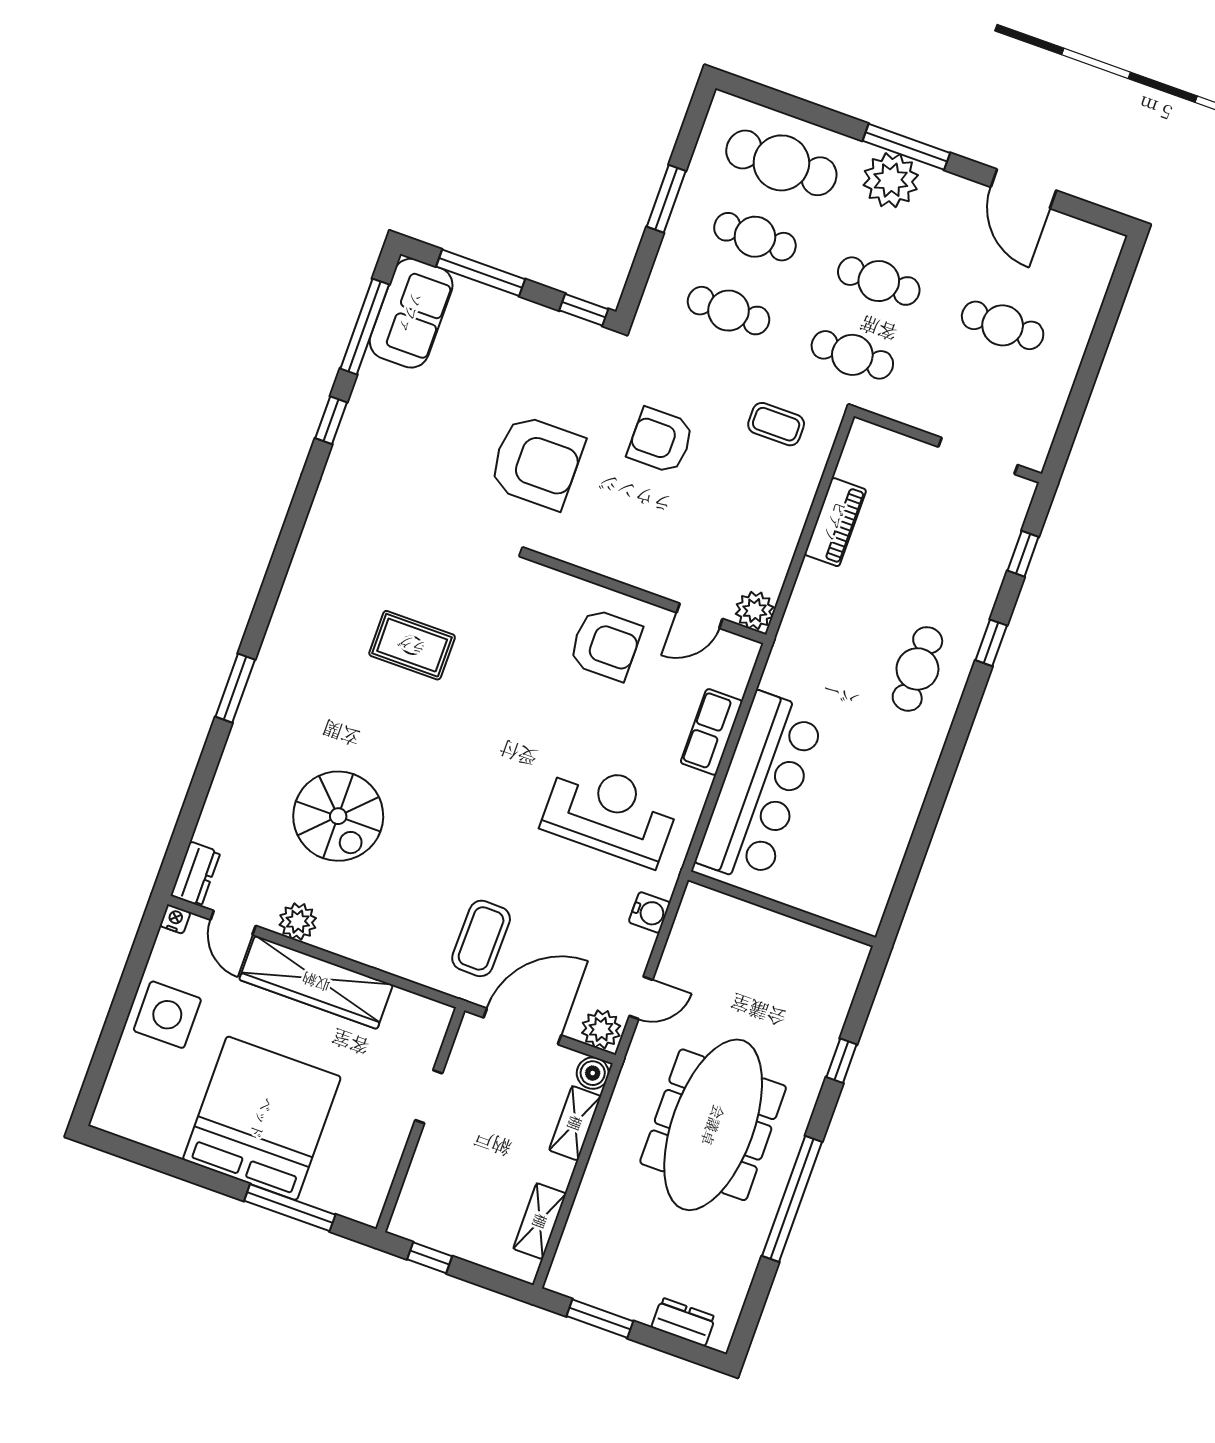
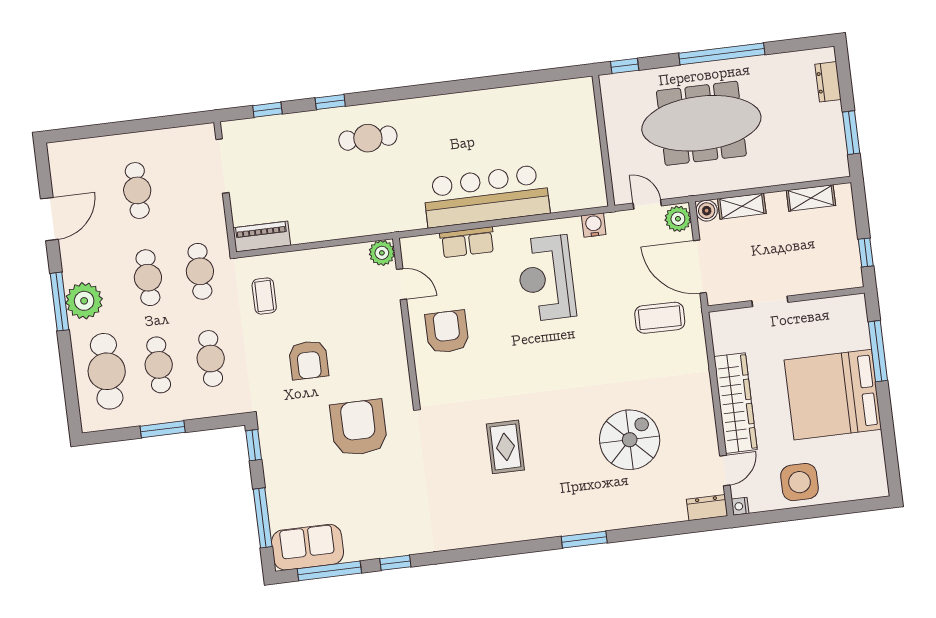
piano: (835, 522) -> (262, 237), moved
wall: (782, 909) -> (603, 141), moved
plant: (298, 922) -> (705, 432), removed

